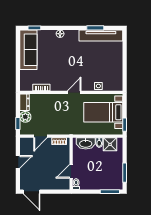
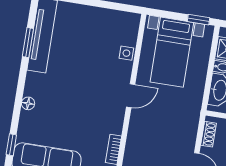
door: (74, 92) -> (131, 96), swing flipped

